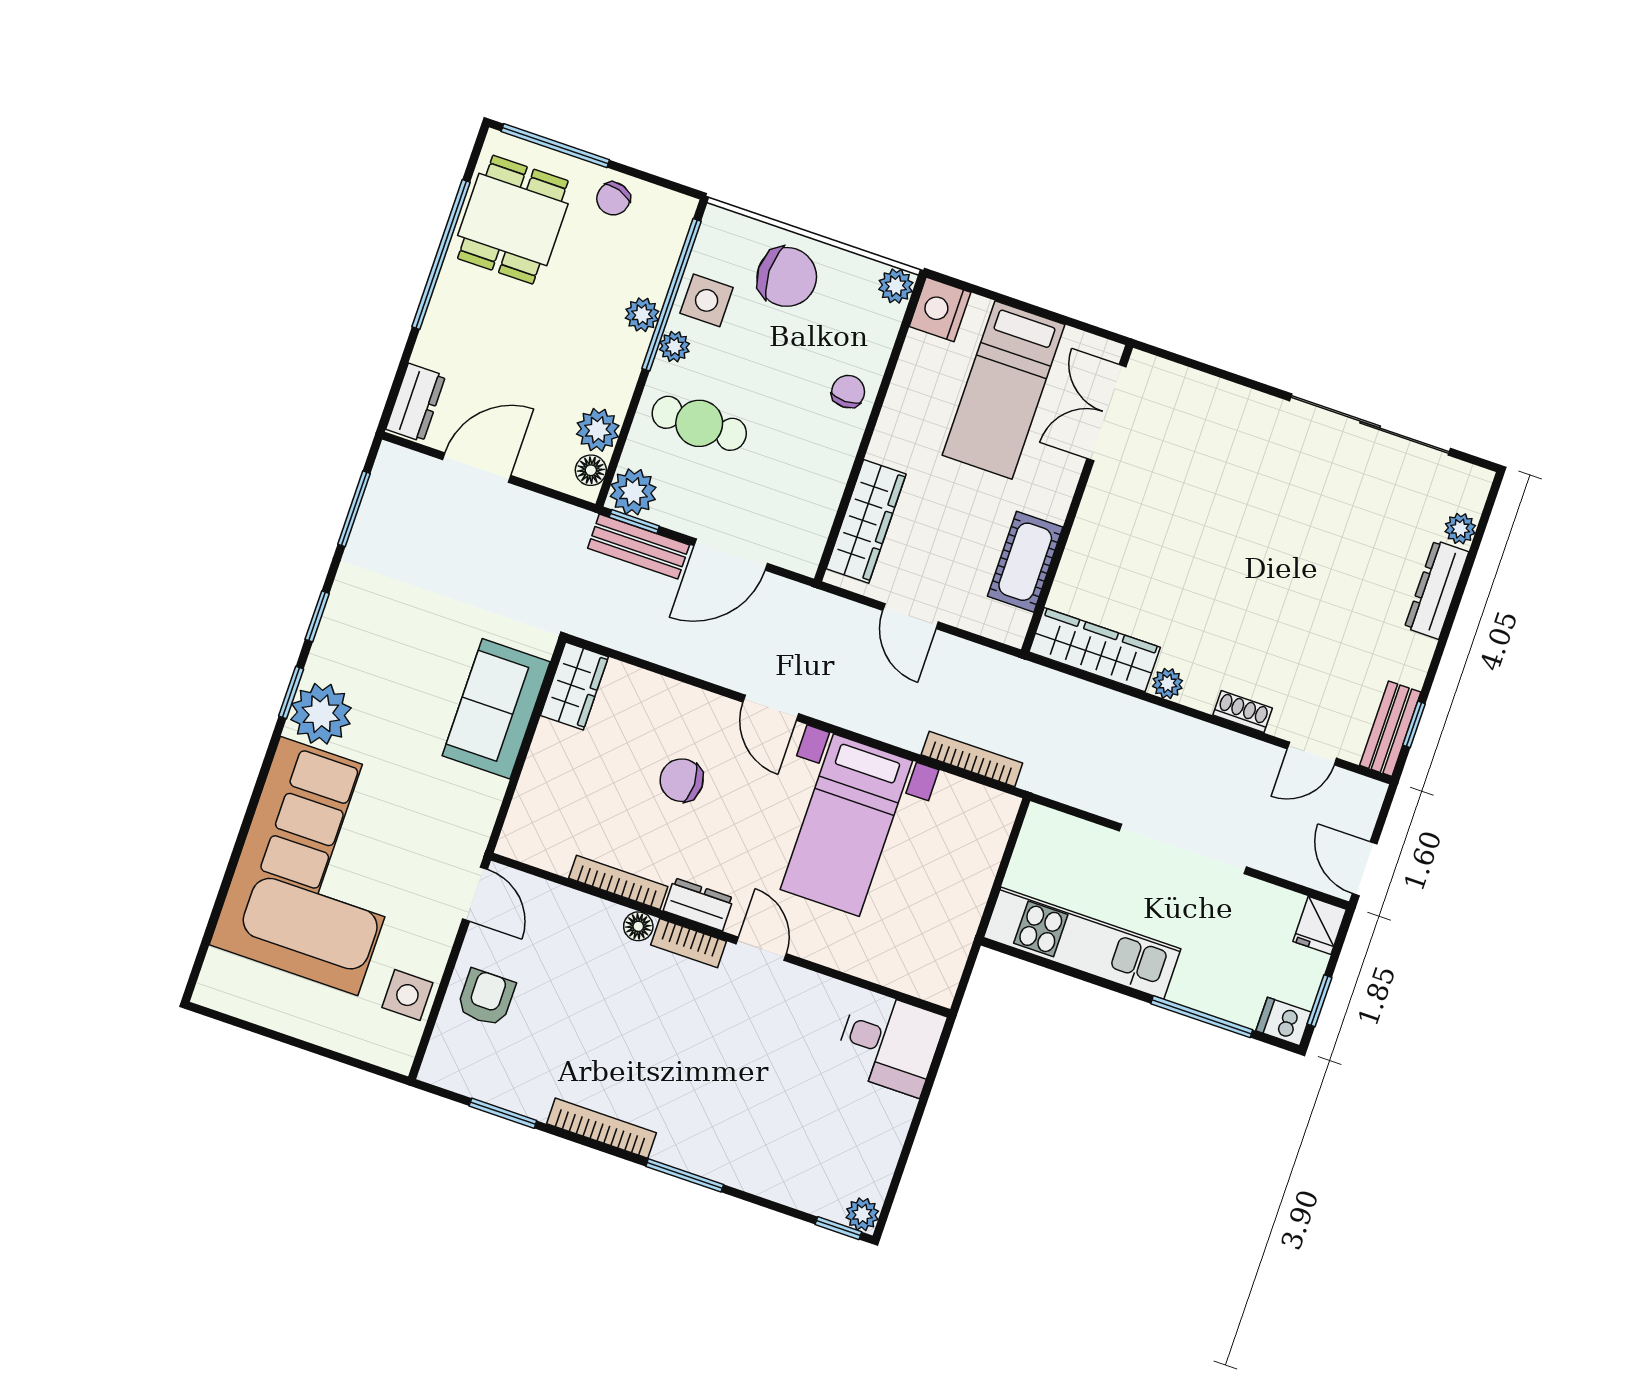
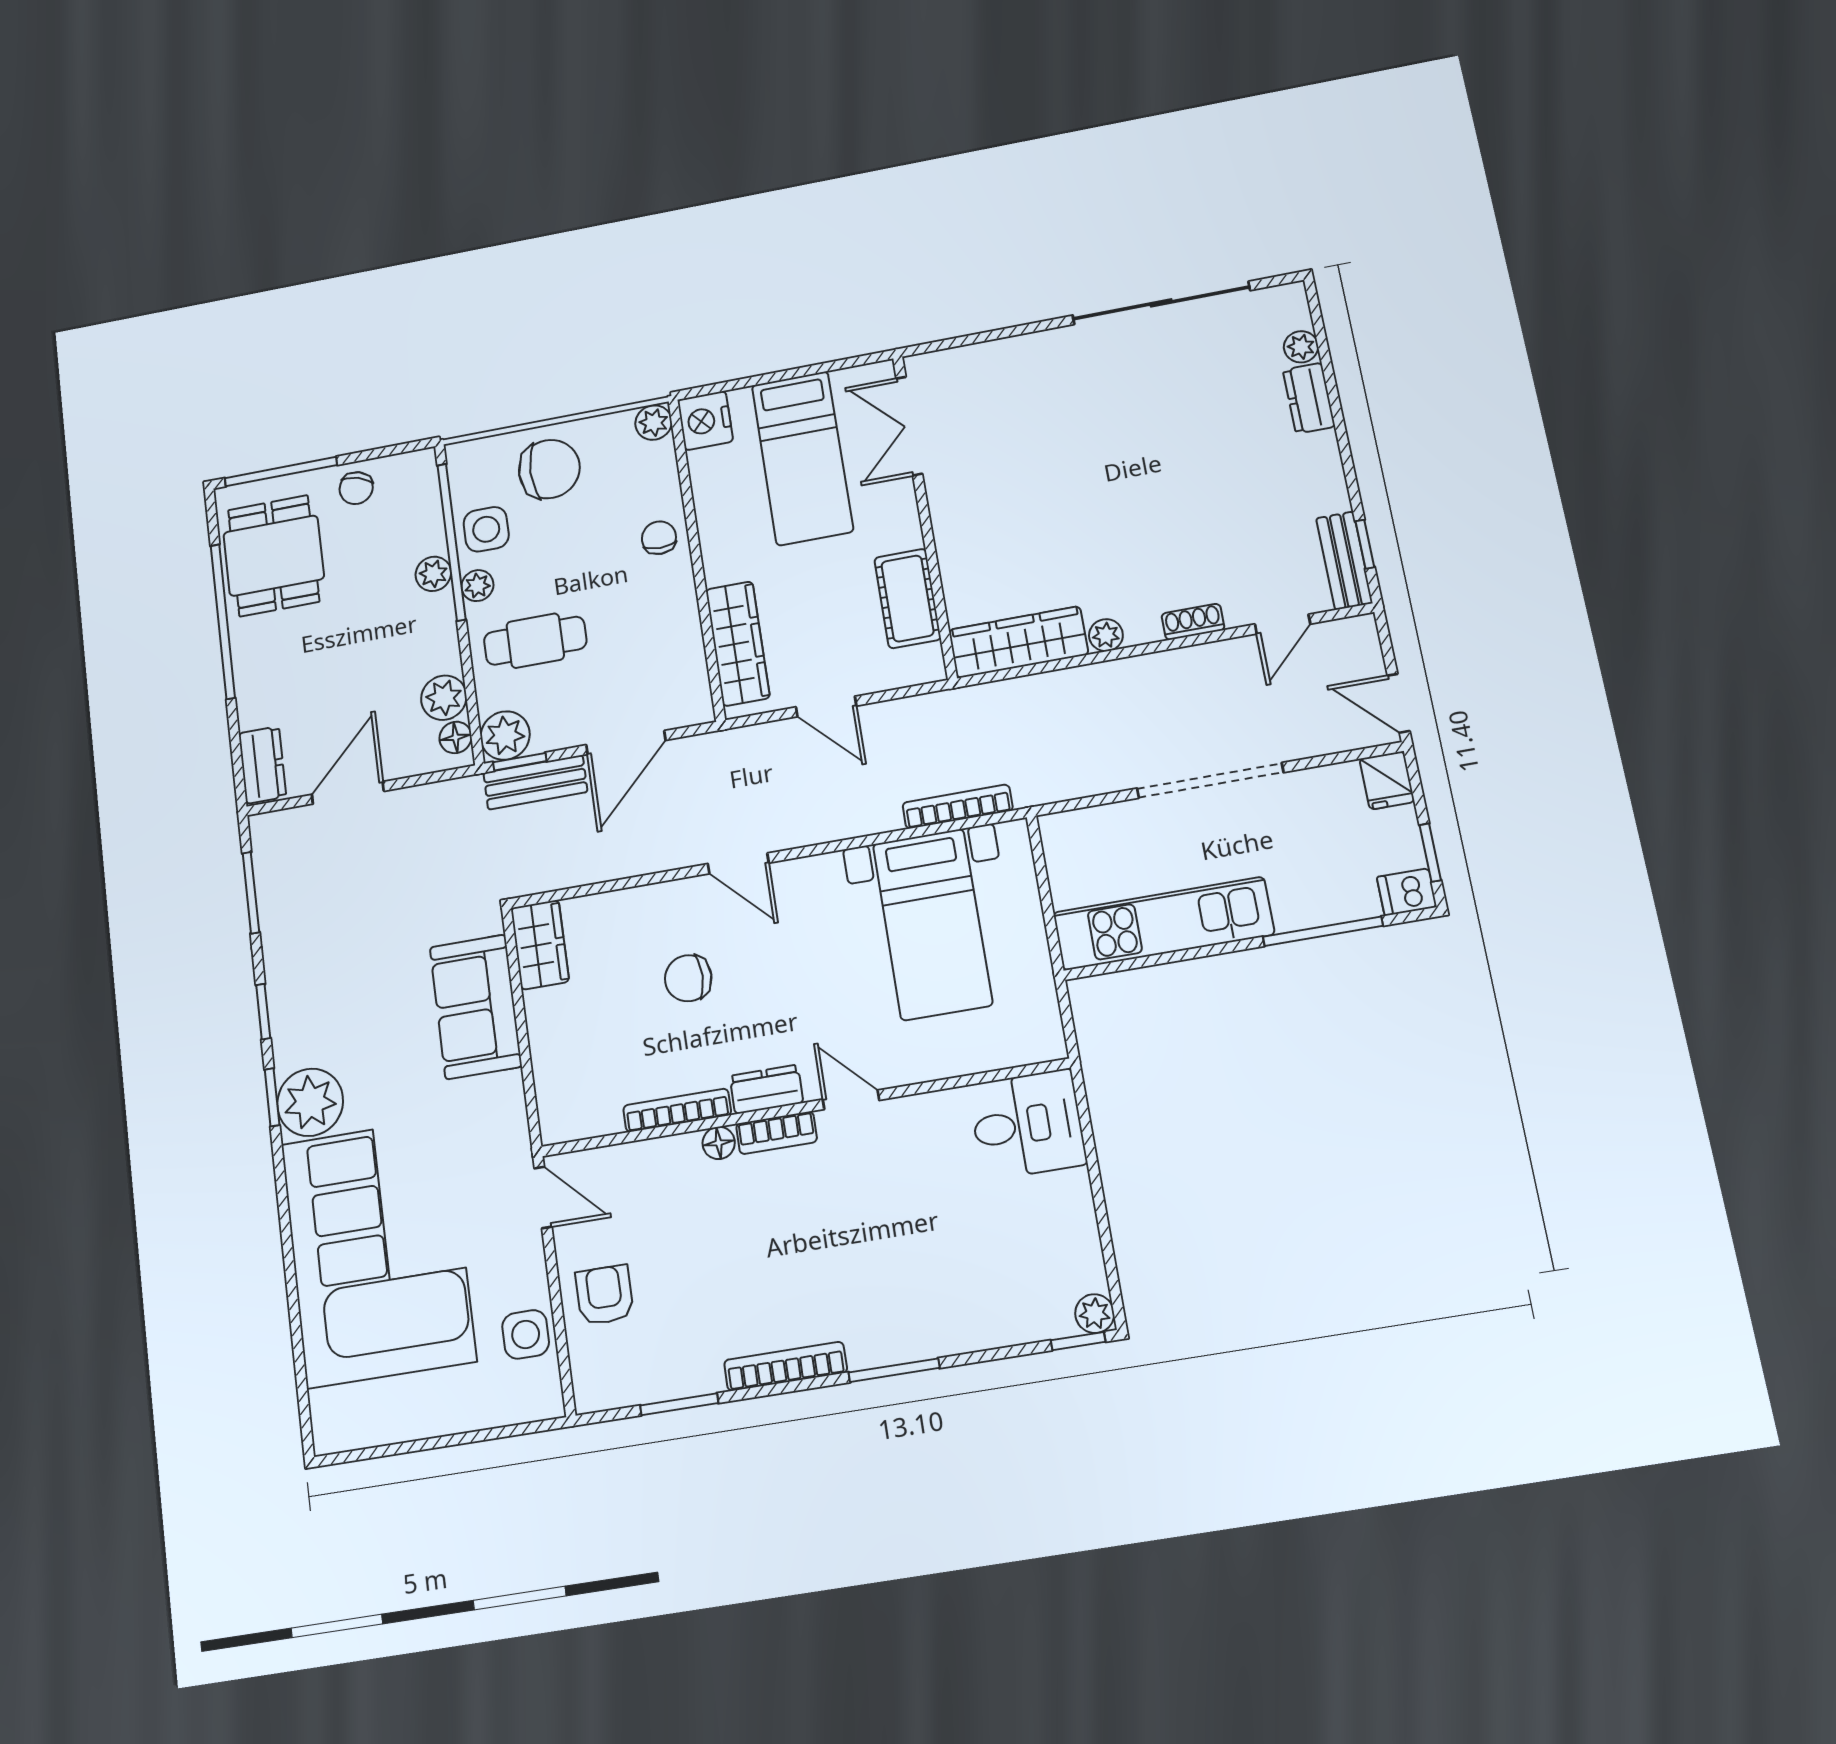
dresser: (1437, 590) -> (1309, 398), width x0.70
bed with nightstands: (846, 825) -> (932, 924), moved

